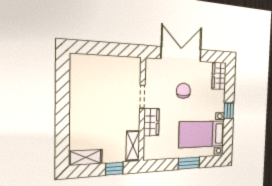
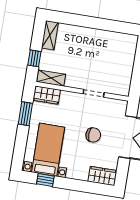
window: (229, 111) -> (45, 180), moved
wardrobe: (151, 122) -> (47, 95), moved
window: (189, 163) -> (25, 114), moved

